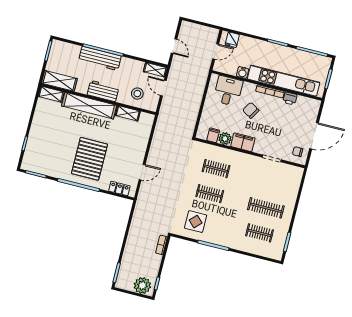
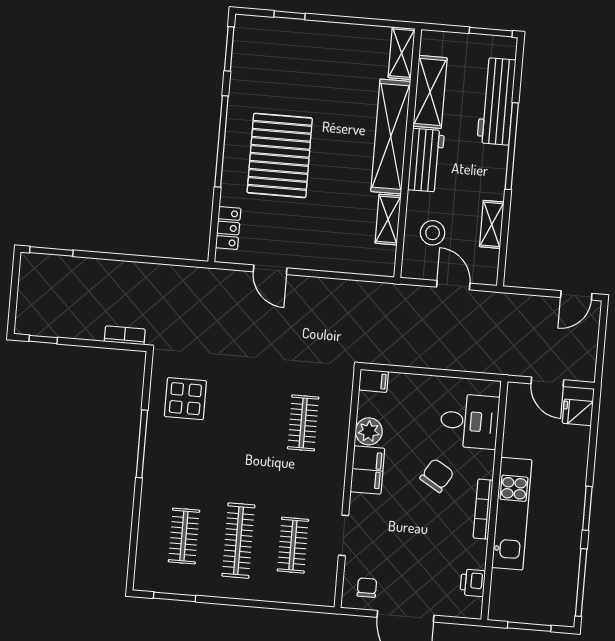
door: (174, 46) -> (576, 295), moved
workbench: (100, 58) -> (496, 101), moved
shelving: (155, 70) -> (492, 224), moved
water cooler: (243, 72) -> (513, 445), removed
shelving: (59, 81) -> (430, 92), moved
kitchen unit: (284, 81) -> (512, 514), width x0.73
door: (163, 88) -> (453, 285), hinge flipped
printer: (290, 98) -> (473, 583), moved
filing cabinet: (213, 135) -> (374, 381), moved
pallet: (89, 159) -> (280, 155), turned 90
clothes rail: (210, 194) -> (293, 545), moved
plant: (142, 285) -> (34, 310), removed

